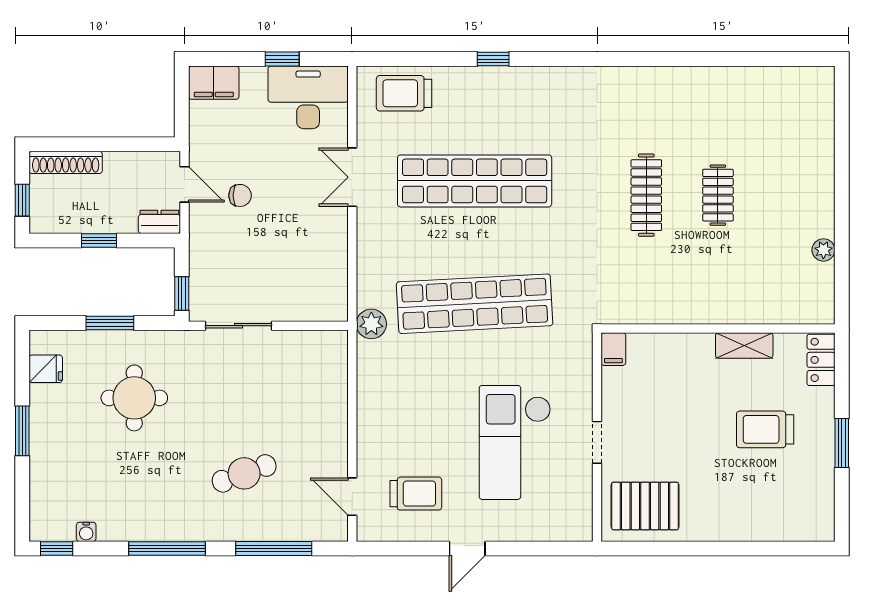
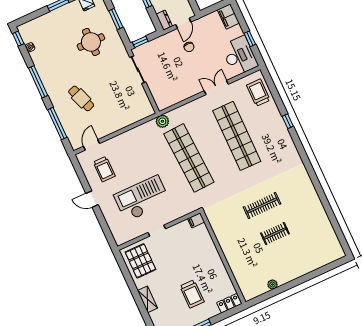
shelving: (744, 345) -> (147, 299), moved
trolley: (765, 429) -> (192, 294), turned 180

